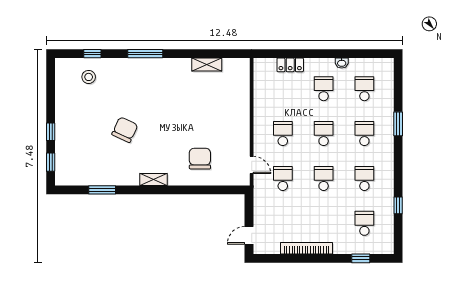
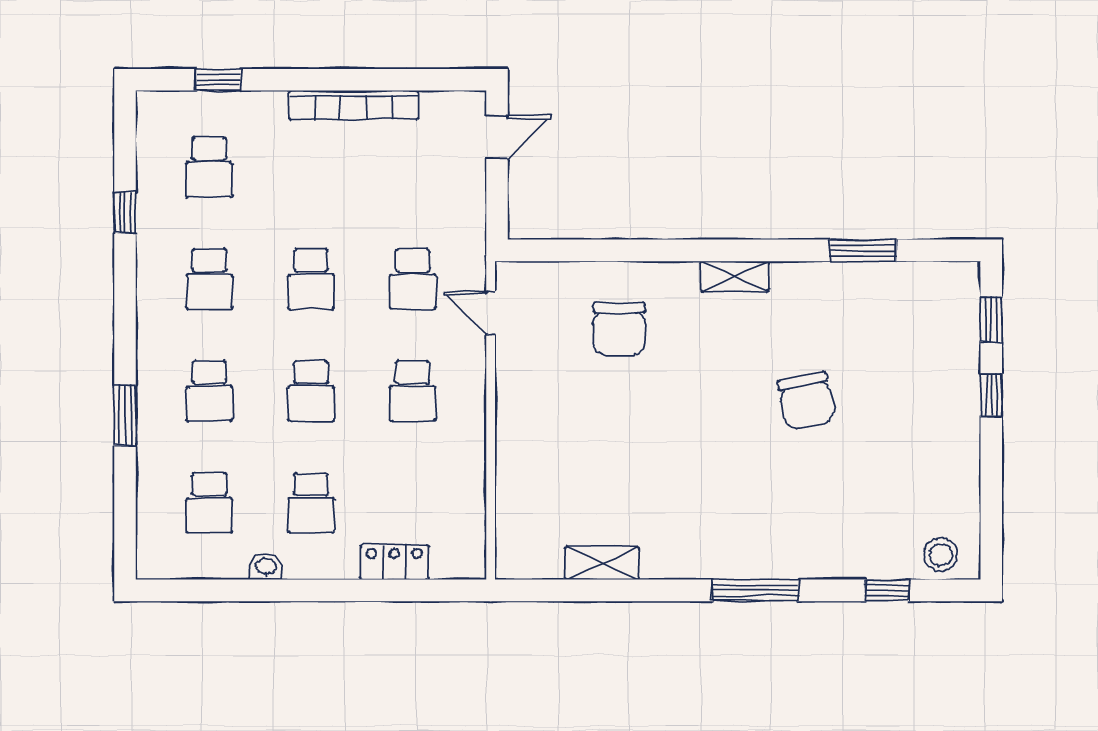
stool: (89, 77) -> (941, 554), moved
chair: (125, 130) -> (806, 401), turned -37

